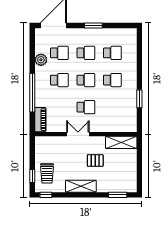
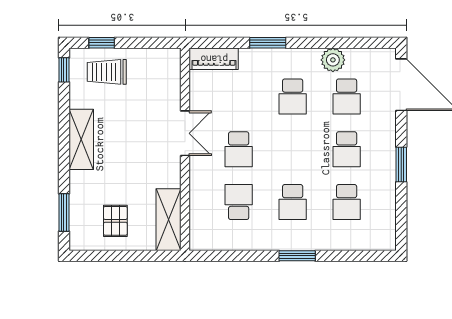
school desk: (86, 80) -> (239, 202), moved, turned 180
window: (32, 93) -> (268, 43), width x0.47
window: (139, 99) -> (297, 256), moved
pallet: (95, 161) -> (115, 221), moved

